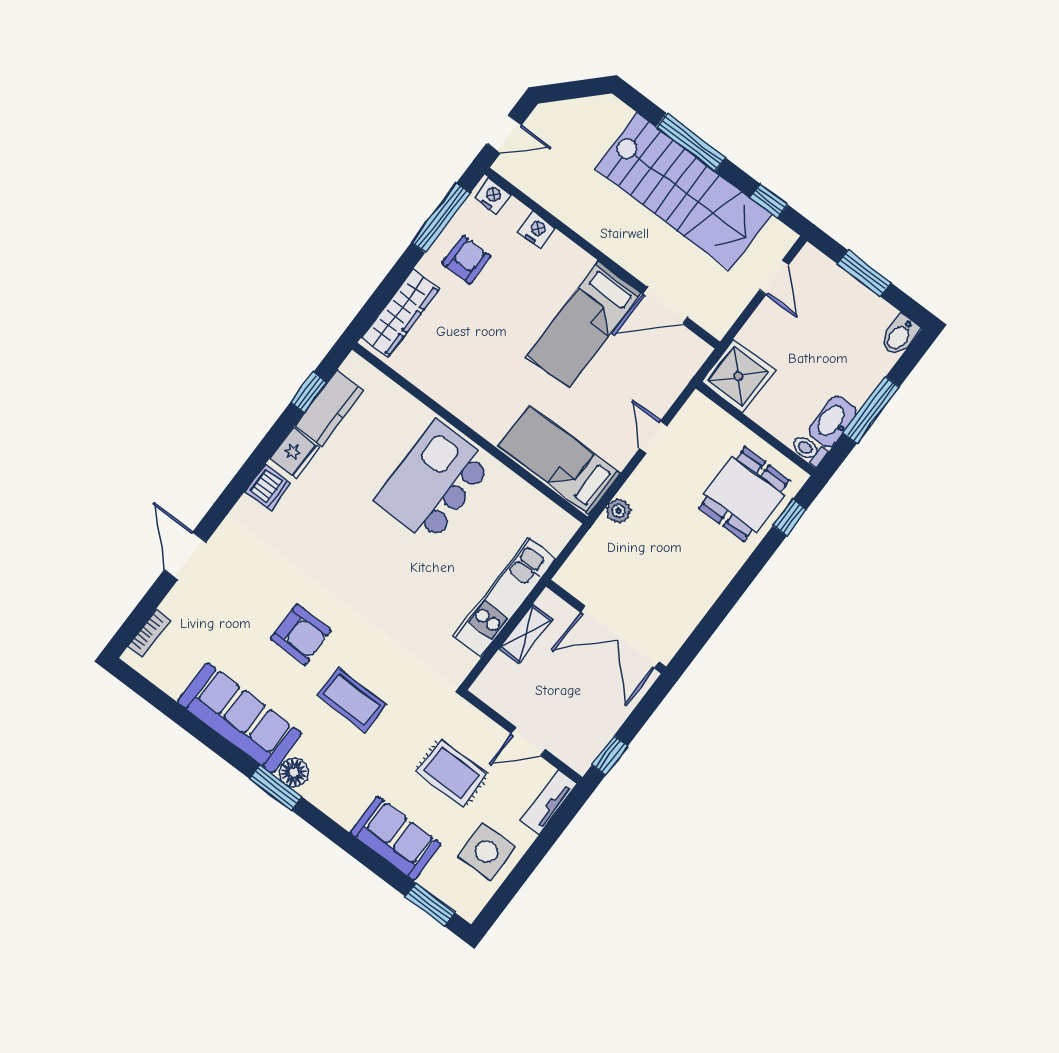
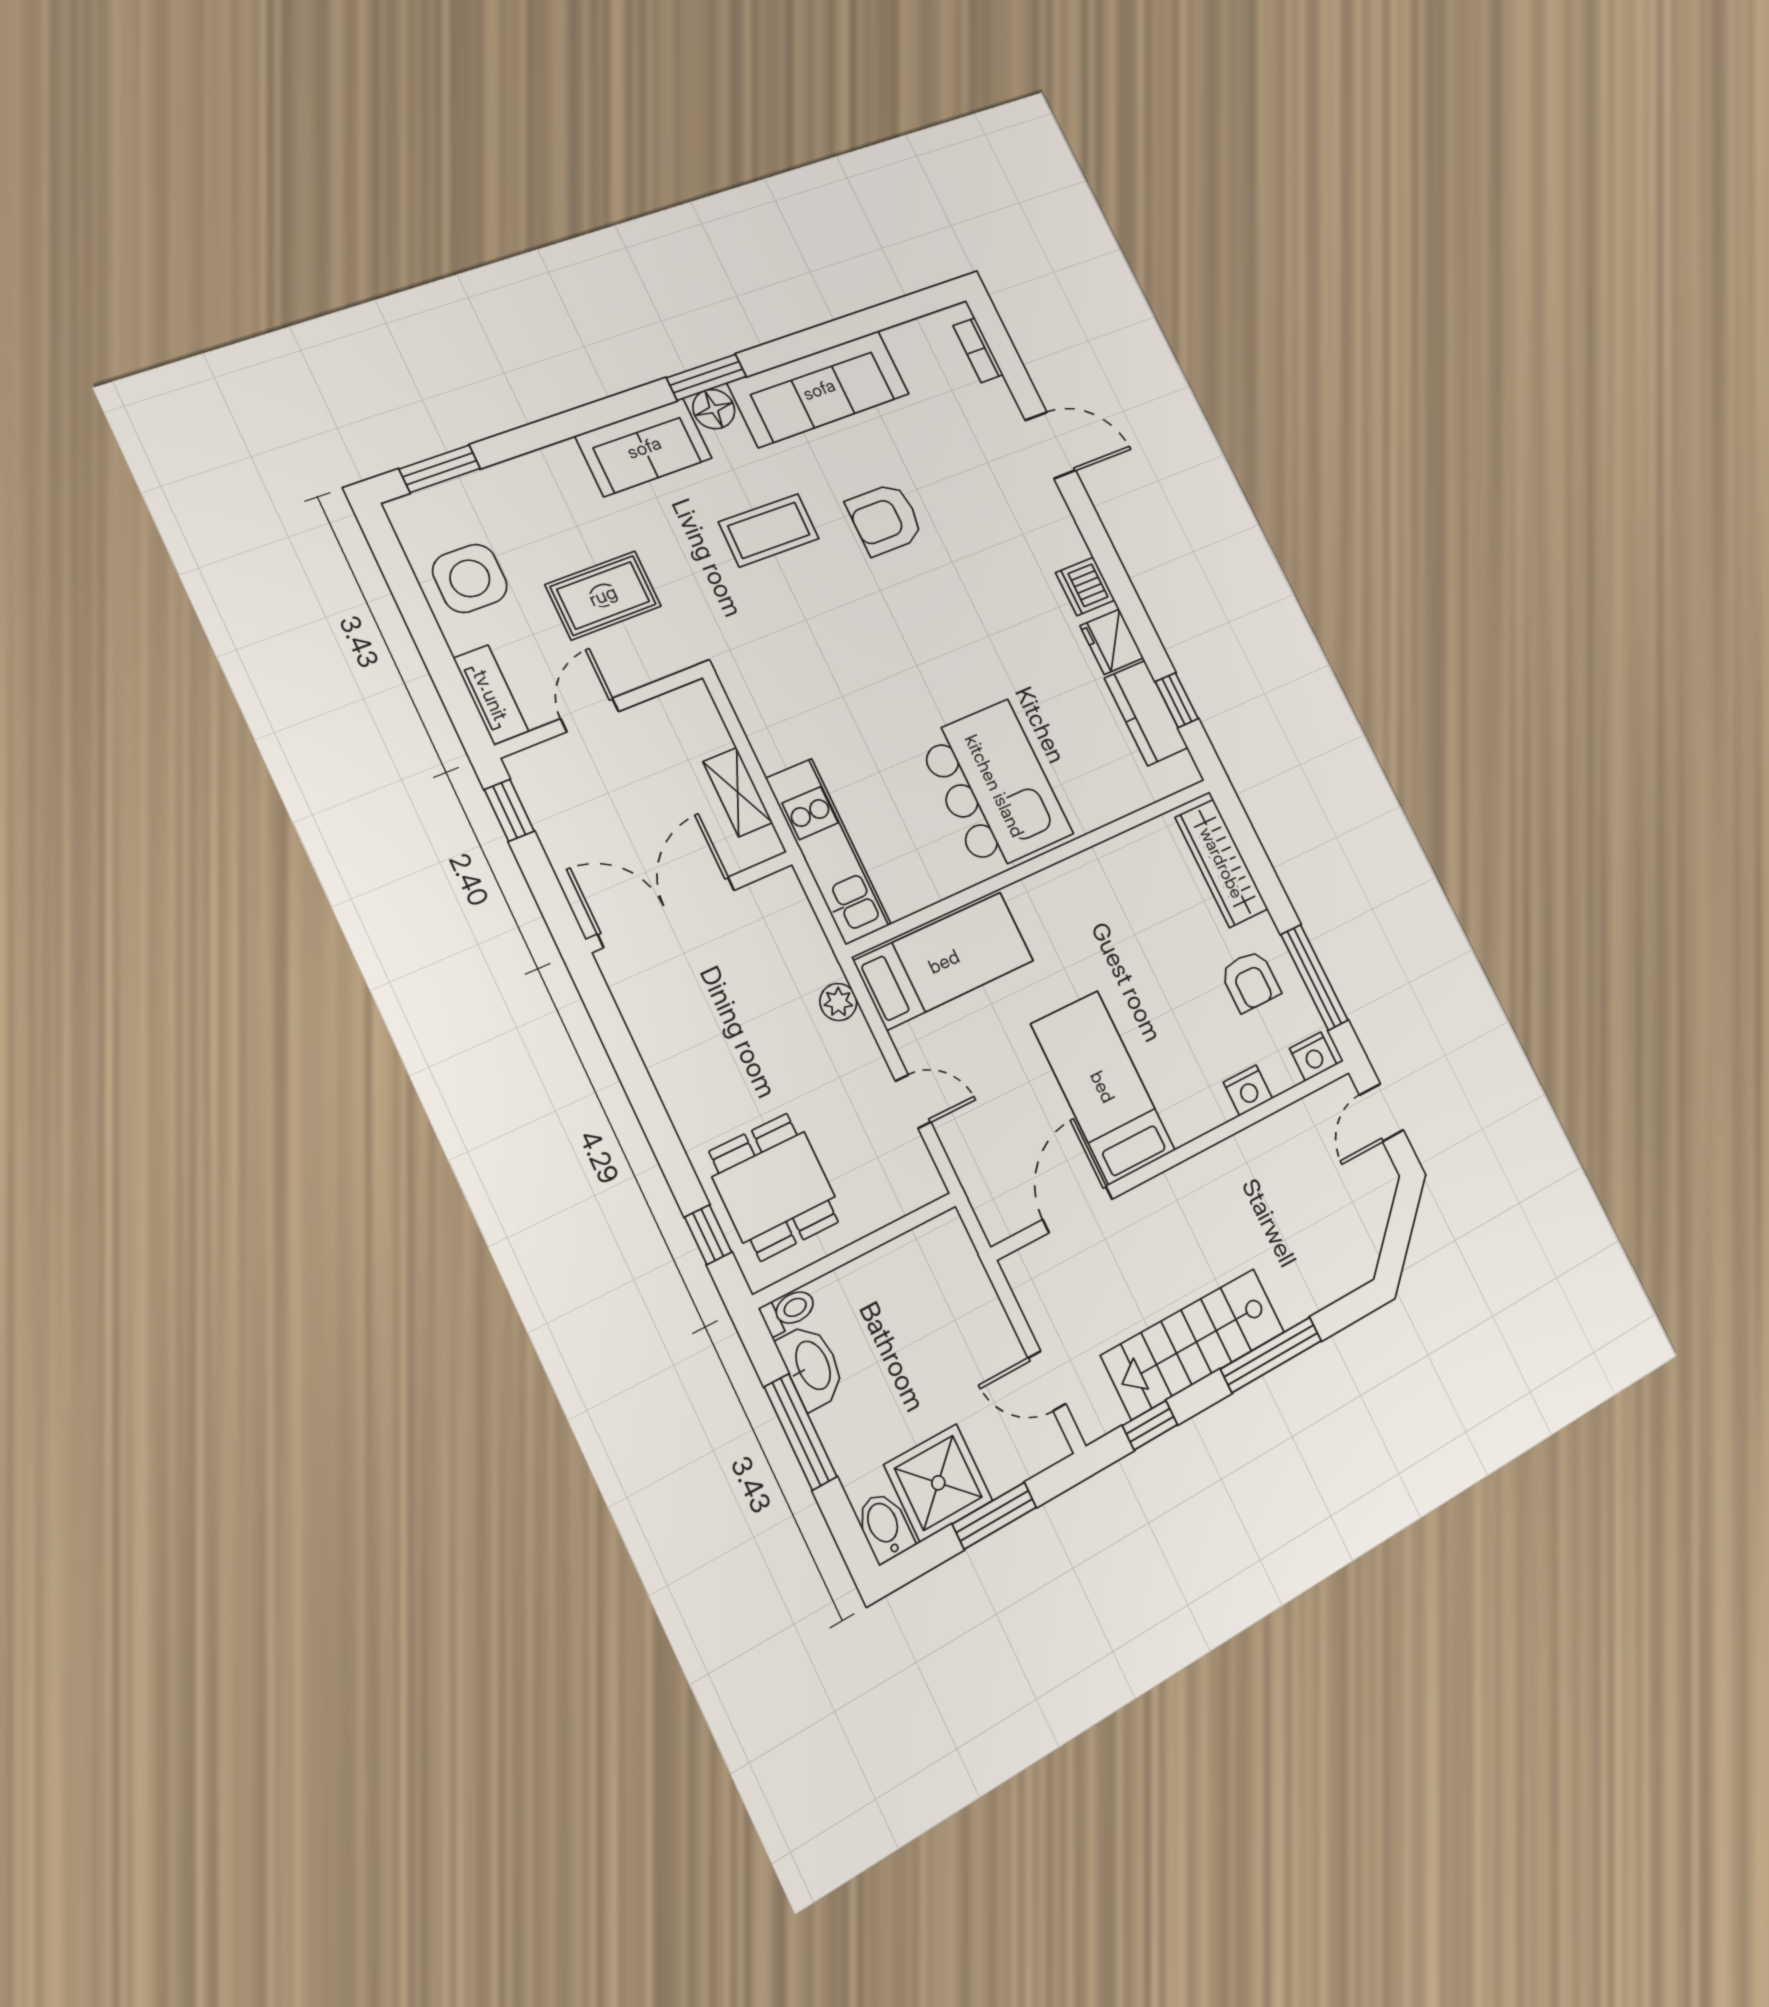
stairs: (683, 191) -> (1193, 1344), width x0.73, depth x0.66
shower: (738, 376) -> (938, 1483), moved
kitchen unit: (505, 597) -> (828, 851), moved
sofa: (396, 838) -> (644, 447), moved

